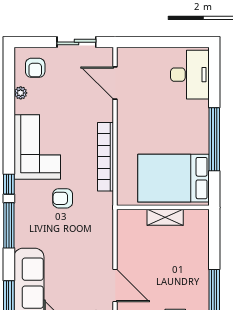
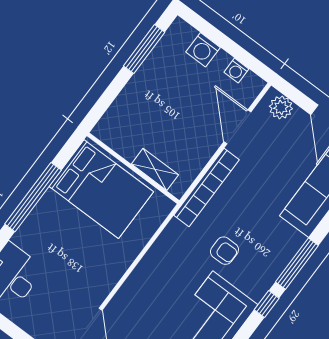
bookcase: (105, 157) -> (206, 187), moved
shelving: (165, 217) -> (155, 169), moved

